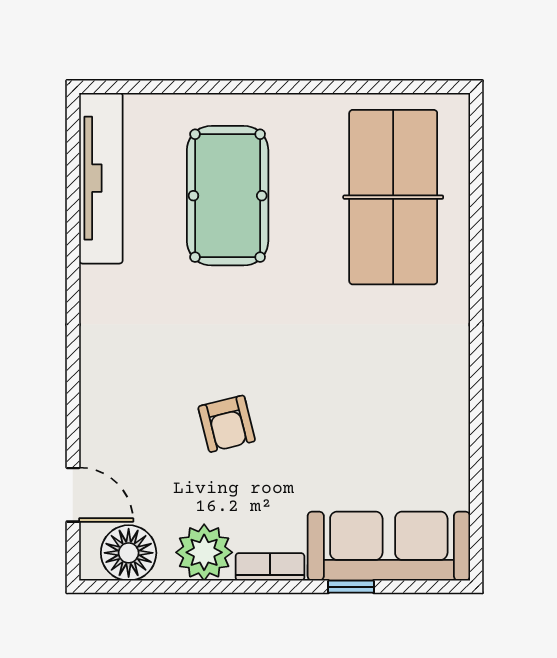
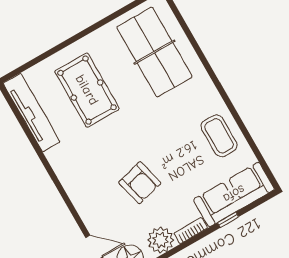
coffee table: (424, 421) -> (219, 136), added
armchair: (227, 424) -> (140, 183), width x1.38, depth x1.38

